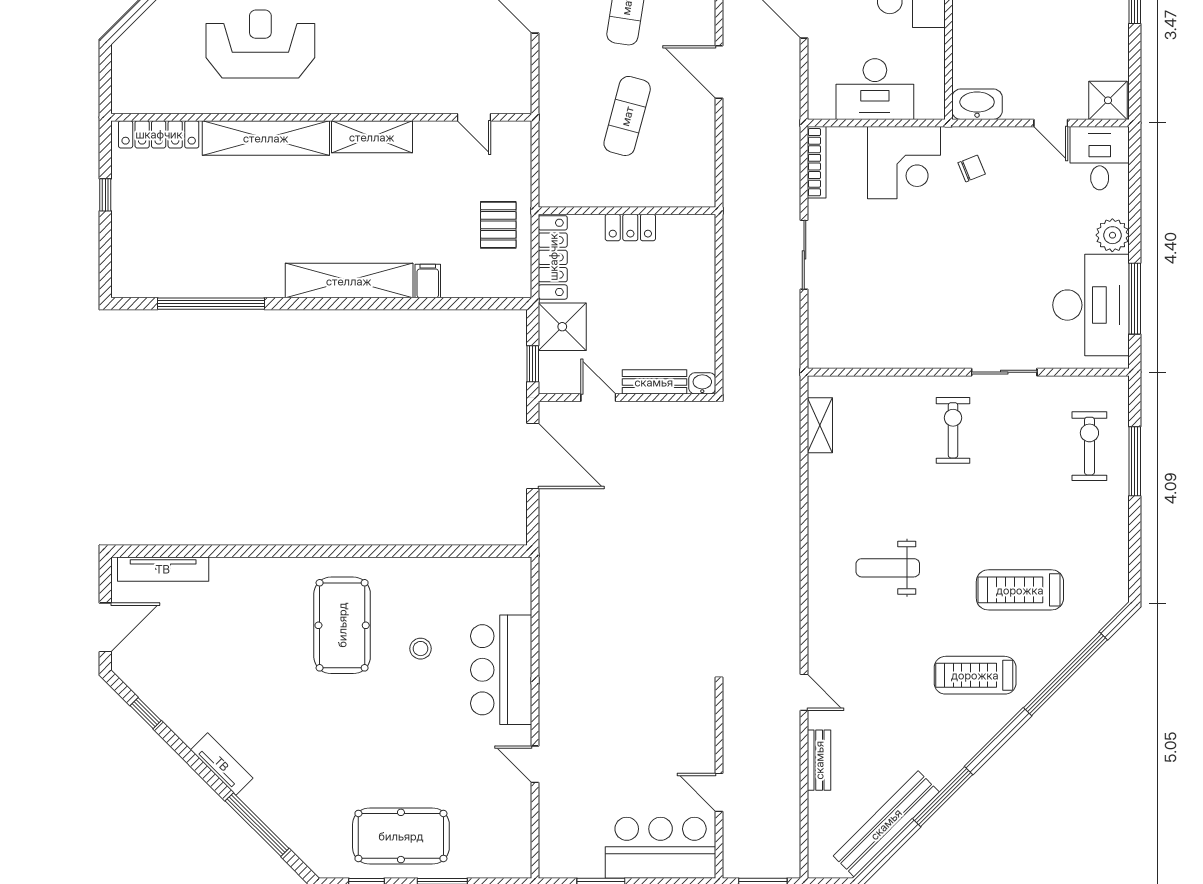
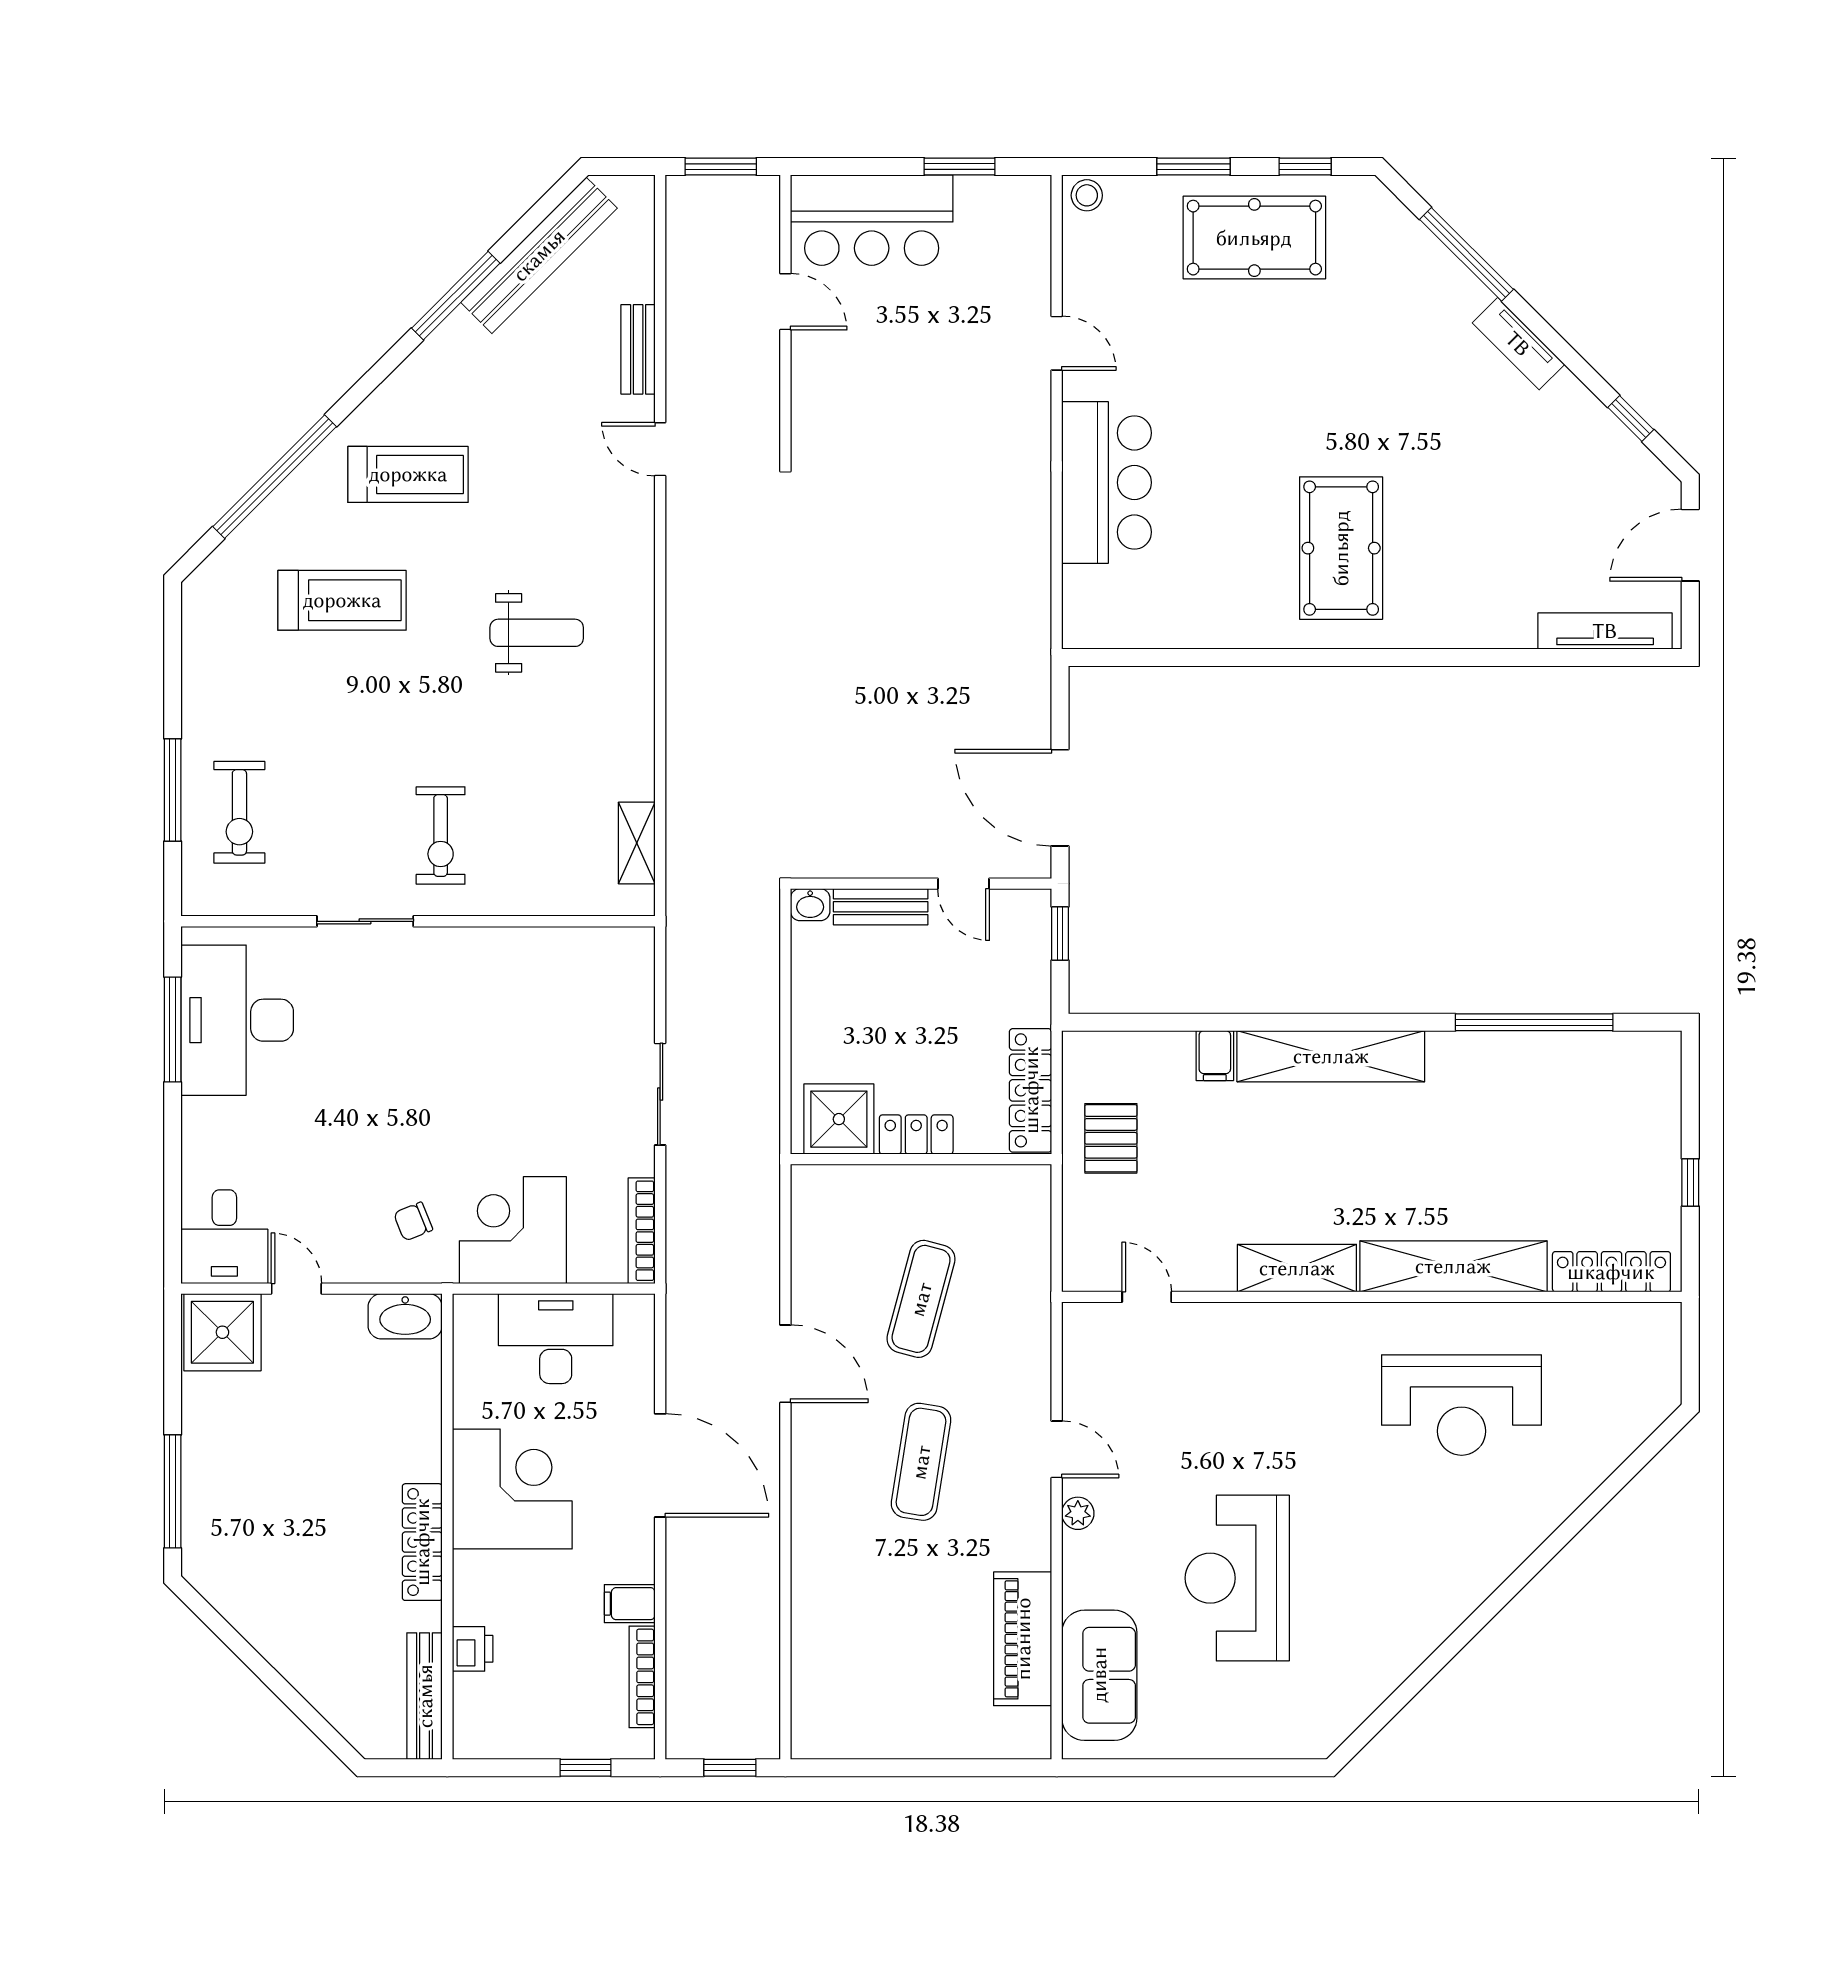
shower: (1108, 100) -> (222, 1332), width x1.36, depth x1.36
plant: (1112, 235) -> (205, 1123), removed
shower: (562, 327) -> (839, 1119), moved
stool: (421, 649) -> (1087, 195), moved

